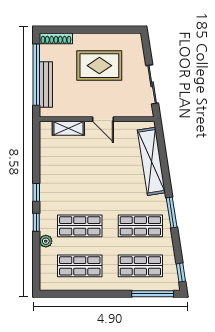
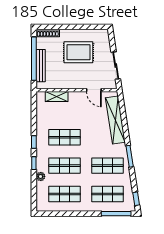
door: (103, 119) -> (94, 90), moved
shop shelf: (80, 186) -> (65, 137), added

